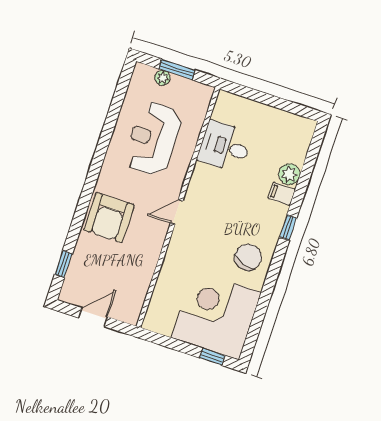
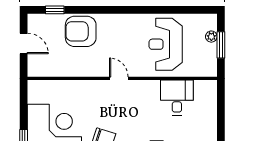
reception desk: (153, 139) -> (166, 44), turned -90
armchair: (109, 218) -> (81, 31), moved

